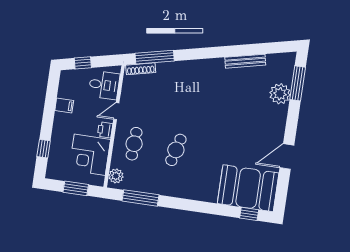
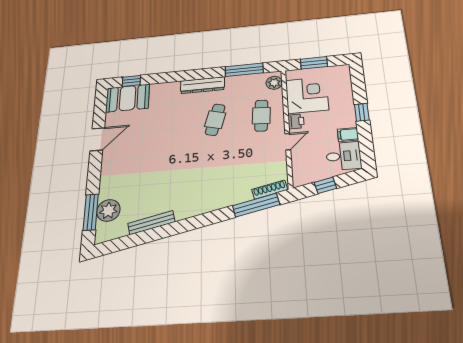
window: (83, 63) -> (325, 185), moved
desk: (104, 85) -> (344, 156), moved, turned 180
plant: (280, 94) -> (108, 210), moved
window: (44, 149) -> (362, 112), moved
booth: (248, 188) -> (127, 98), width x0.73, depth x0.70
dresser: (182, 191) -> (202, 85), added

